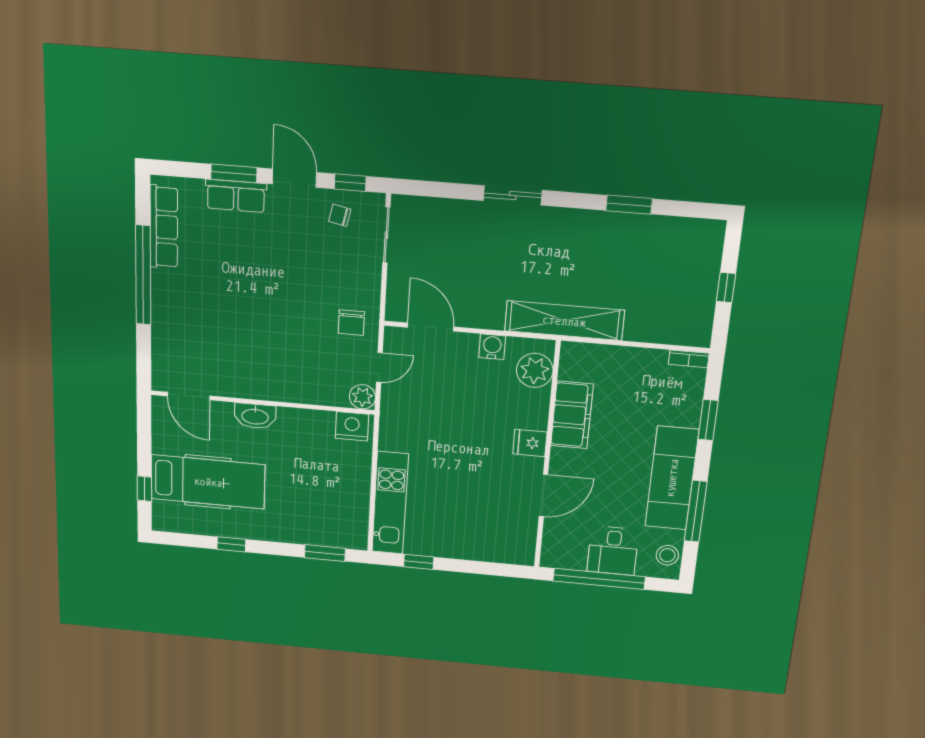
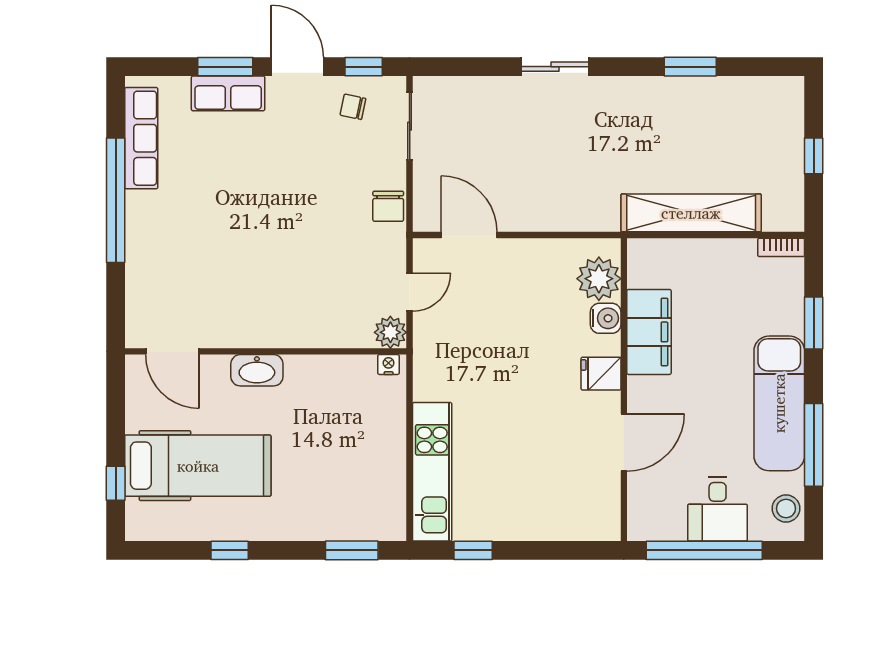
shelving: (564, 321) -> (691, 213), moved
chair: (351, 323) -> (388, 206), moved
water cooler: (492, 347) -> (606, 318), moved, turned 90
nightstand: (352, 426) -> (389, 365), width x0.53, depth x0.56

